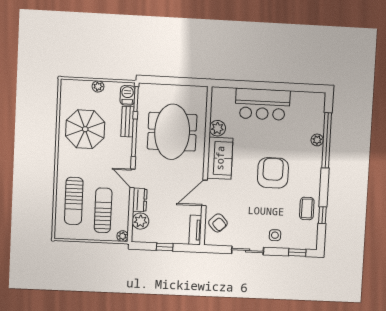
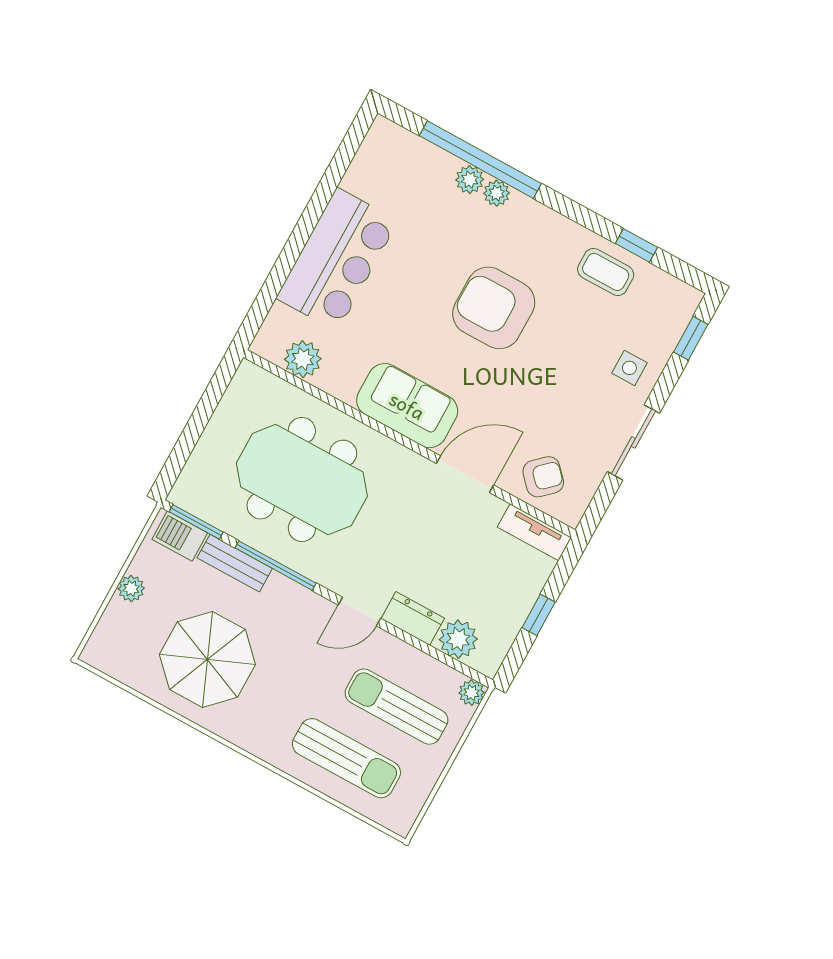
plant: (217, 128) -> (303, 359), moved
plant: (317, 153) -> (497, 193), added
door: (205, 193) -> (465, 474), swing flipped

